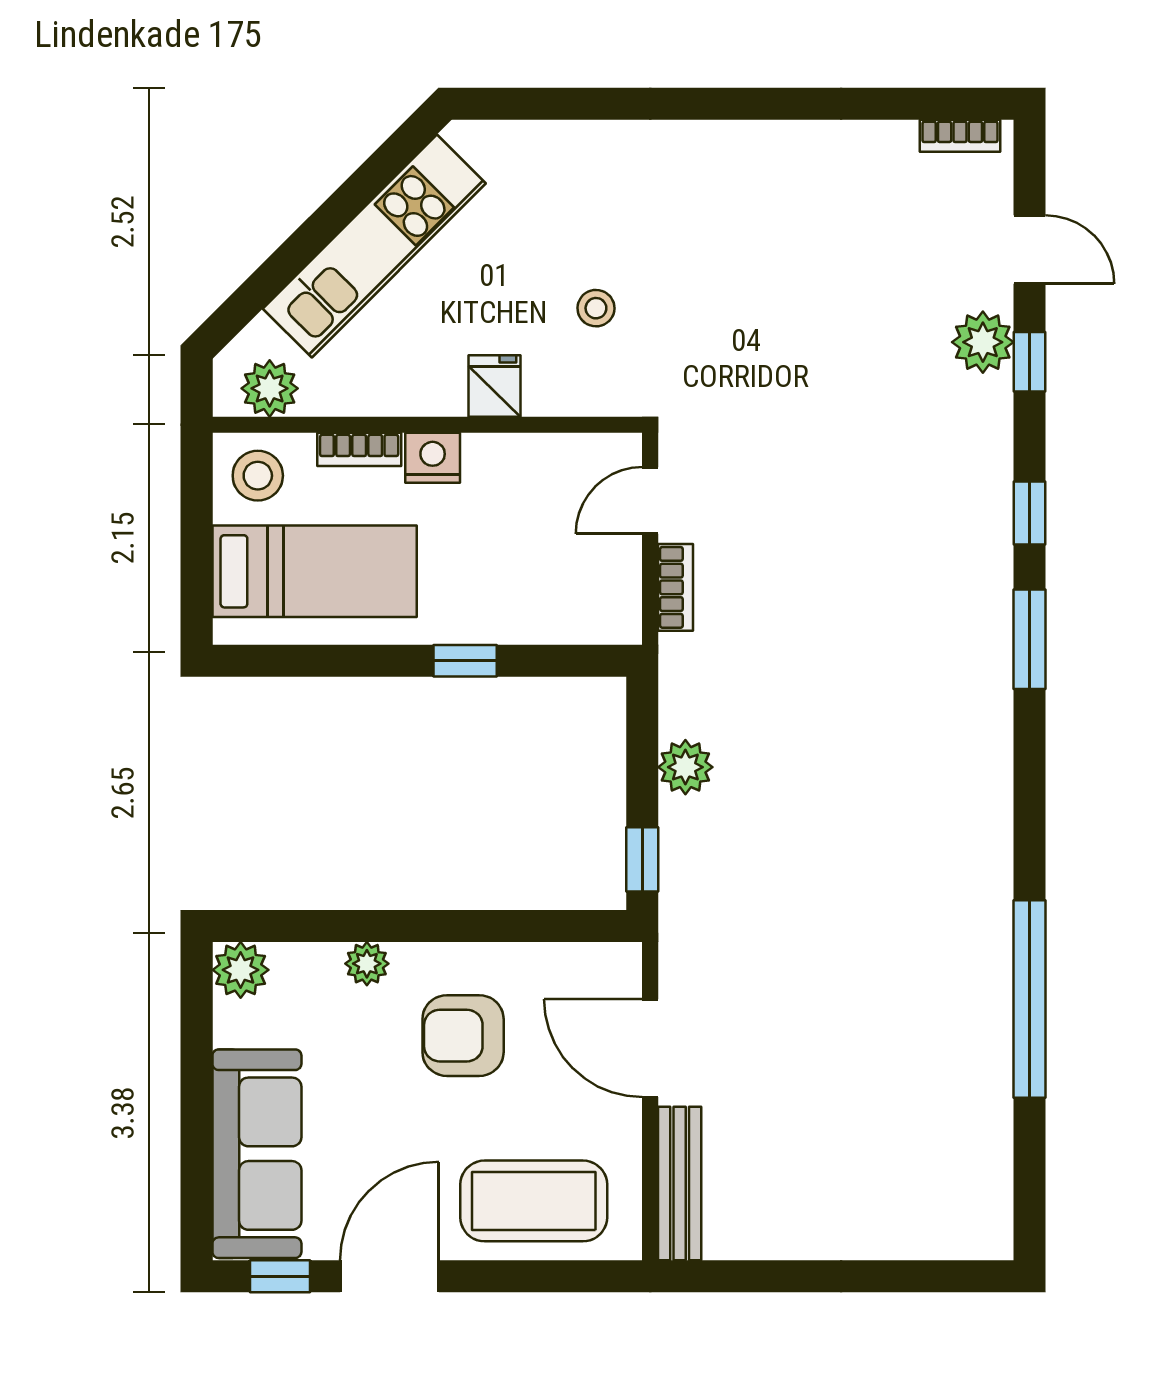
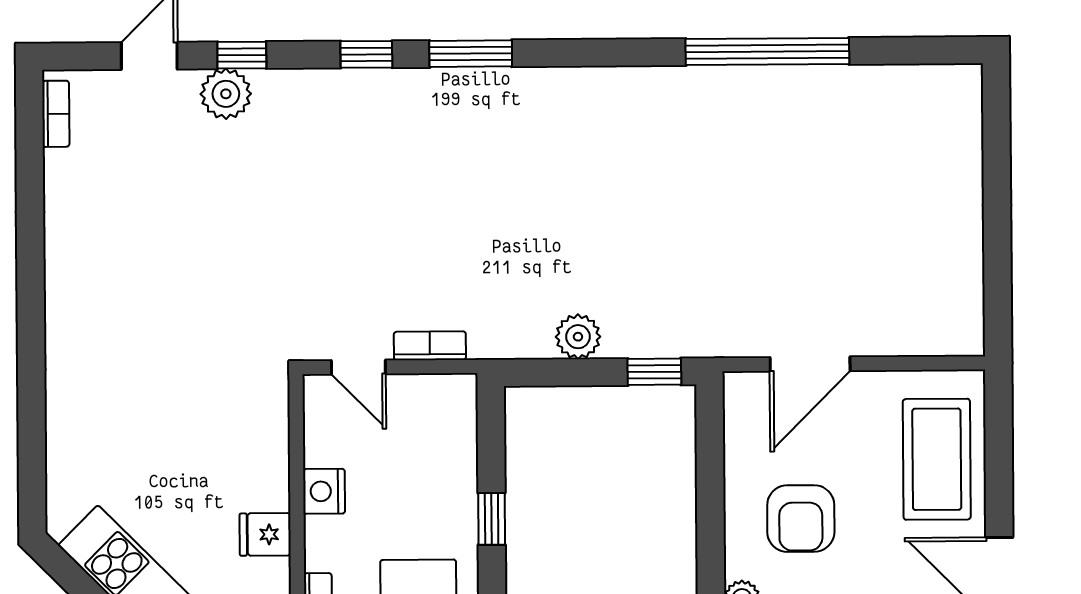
stool: (596, 308) -> (200, 413), removed
fridge: (495, 386) -> (265, 534), moved
nightstand: (433, 458) -> (324, 491), moved
bench: (680, 1183) -> (922, 339), removed

